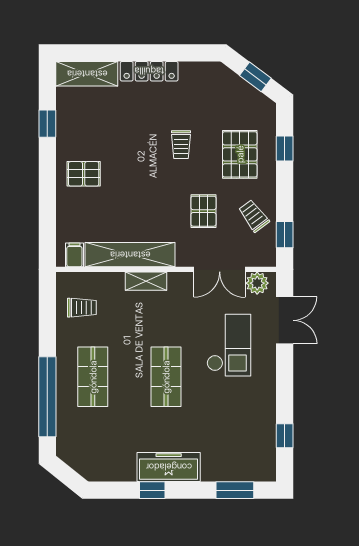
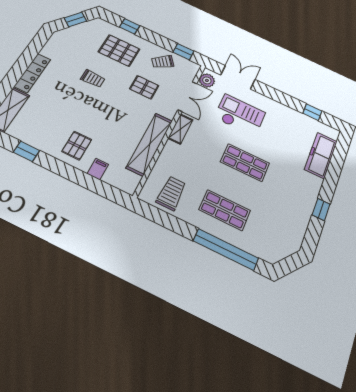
filing cabinet: (74, 255) -> (98, 169), moved, turned 90
shelving: (146, 281) -> (180, 129), moved
trolley: (82, 308) -> (171, 193), width x1.36, depth x1.39
freezer: (169, 467) -> (321, 155), moved
window: (235, 490) -> (338, 158), removed

